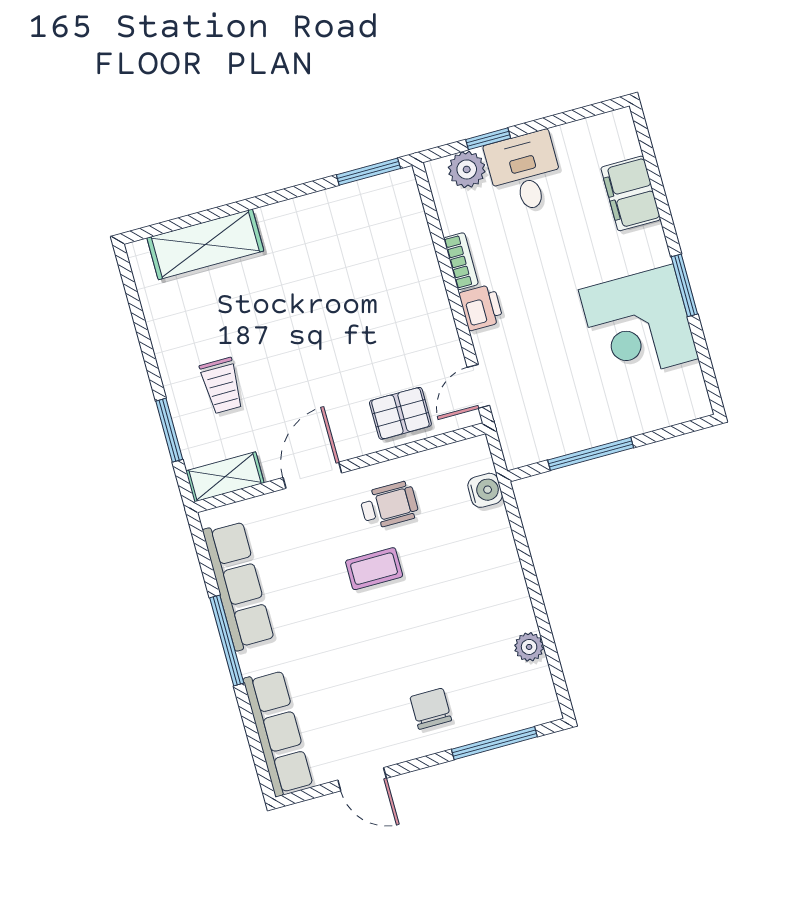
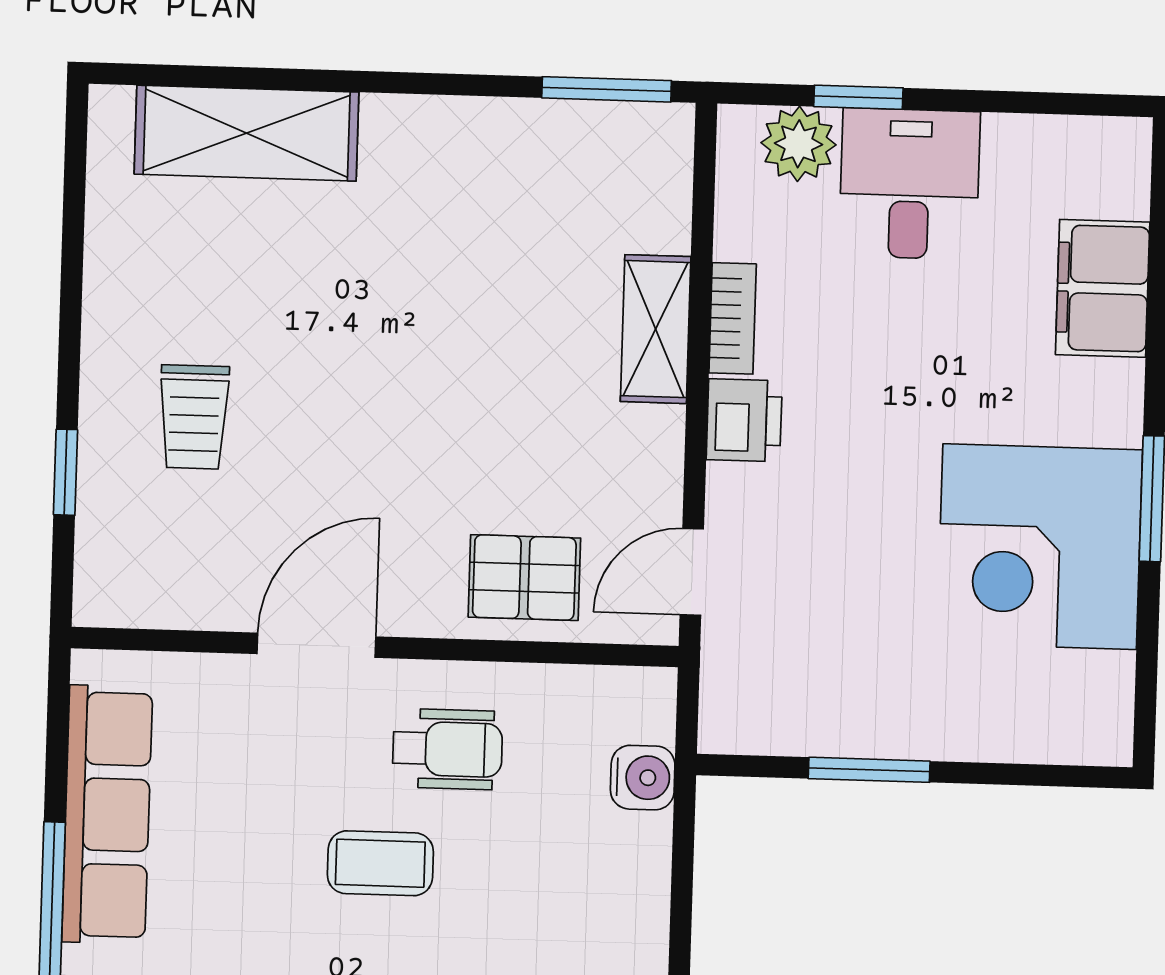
window: (169, 430) -> (66, 472), width x0.67
window: (591, 454) -> (869, 770), width x0.69
shelving: (225, 477) -> (656, 329), moved, turned 90

